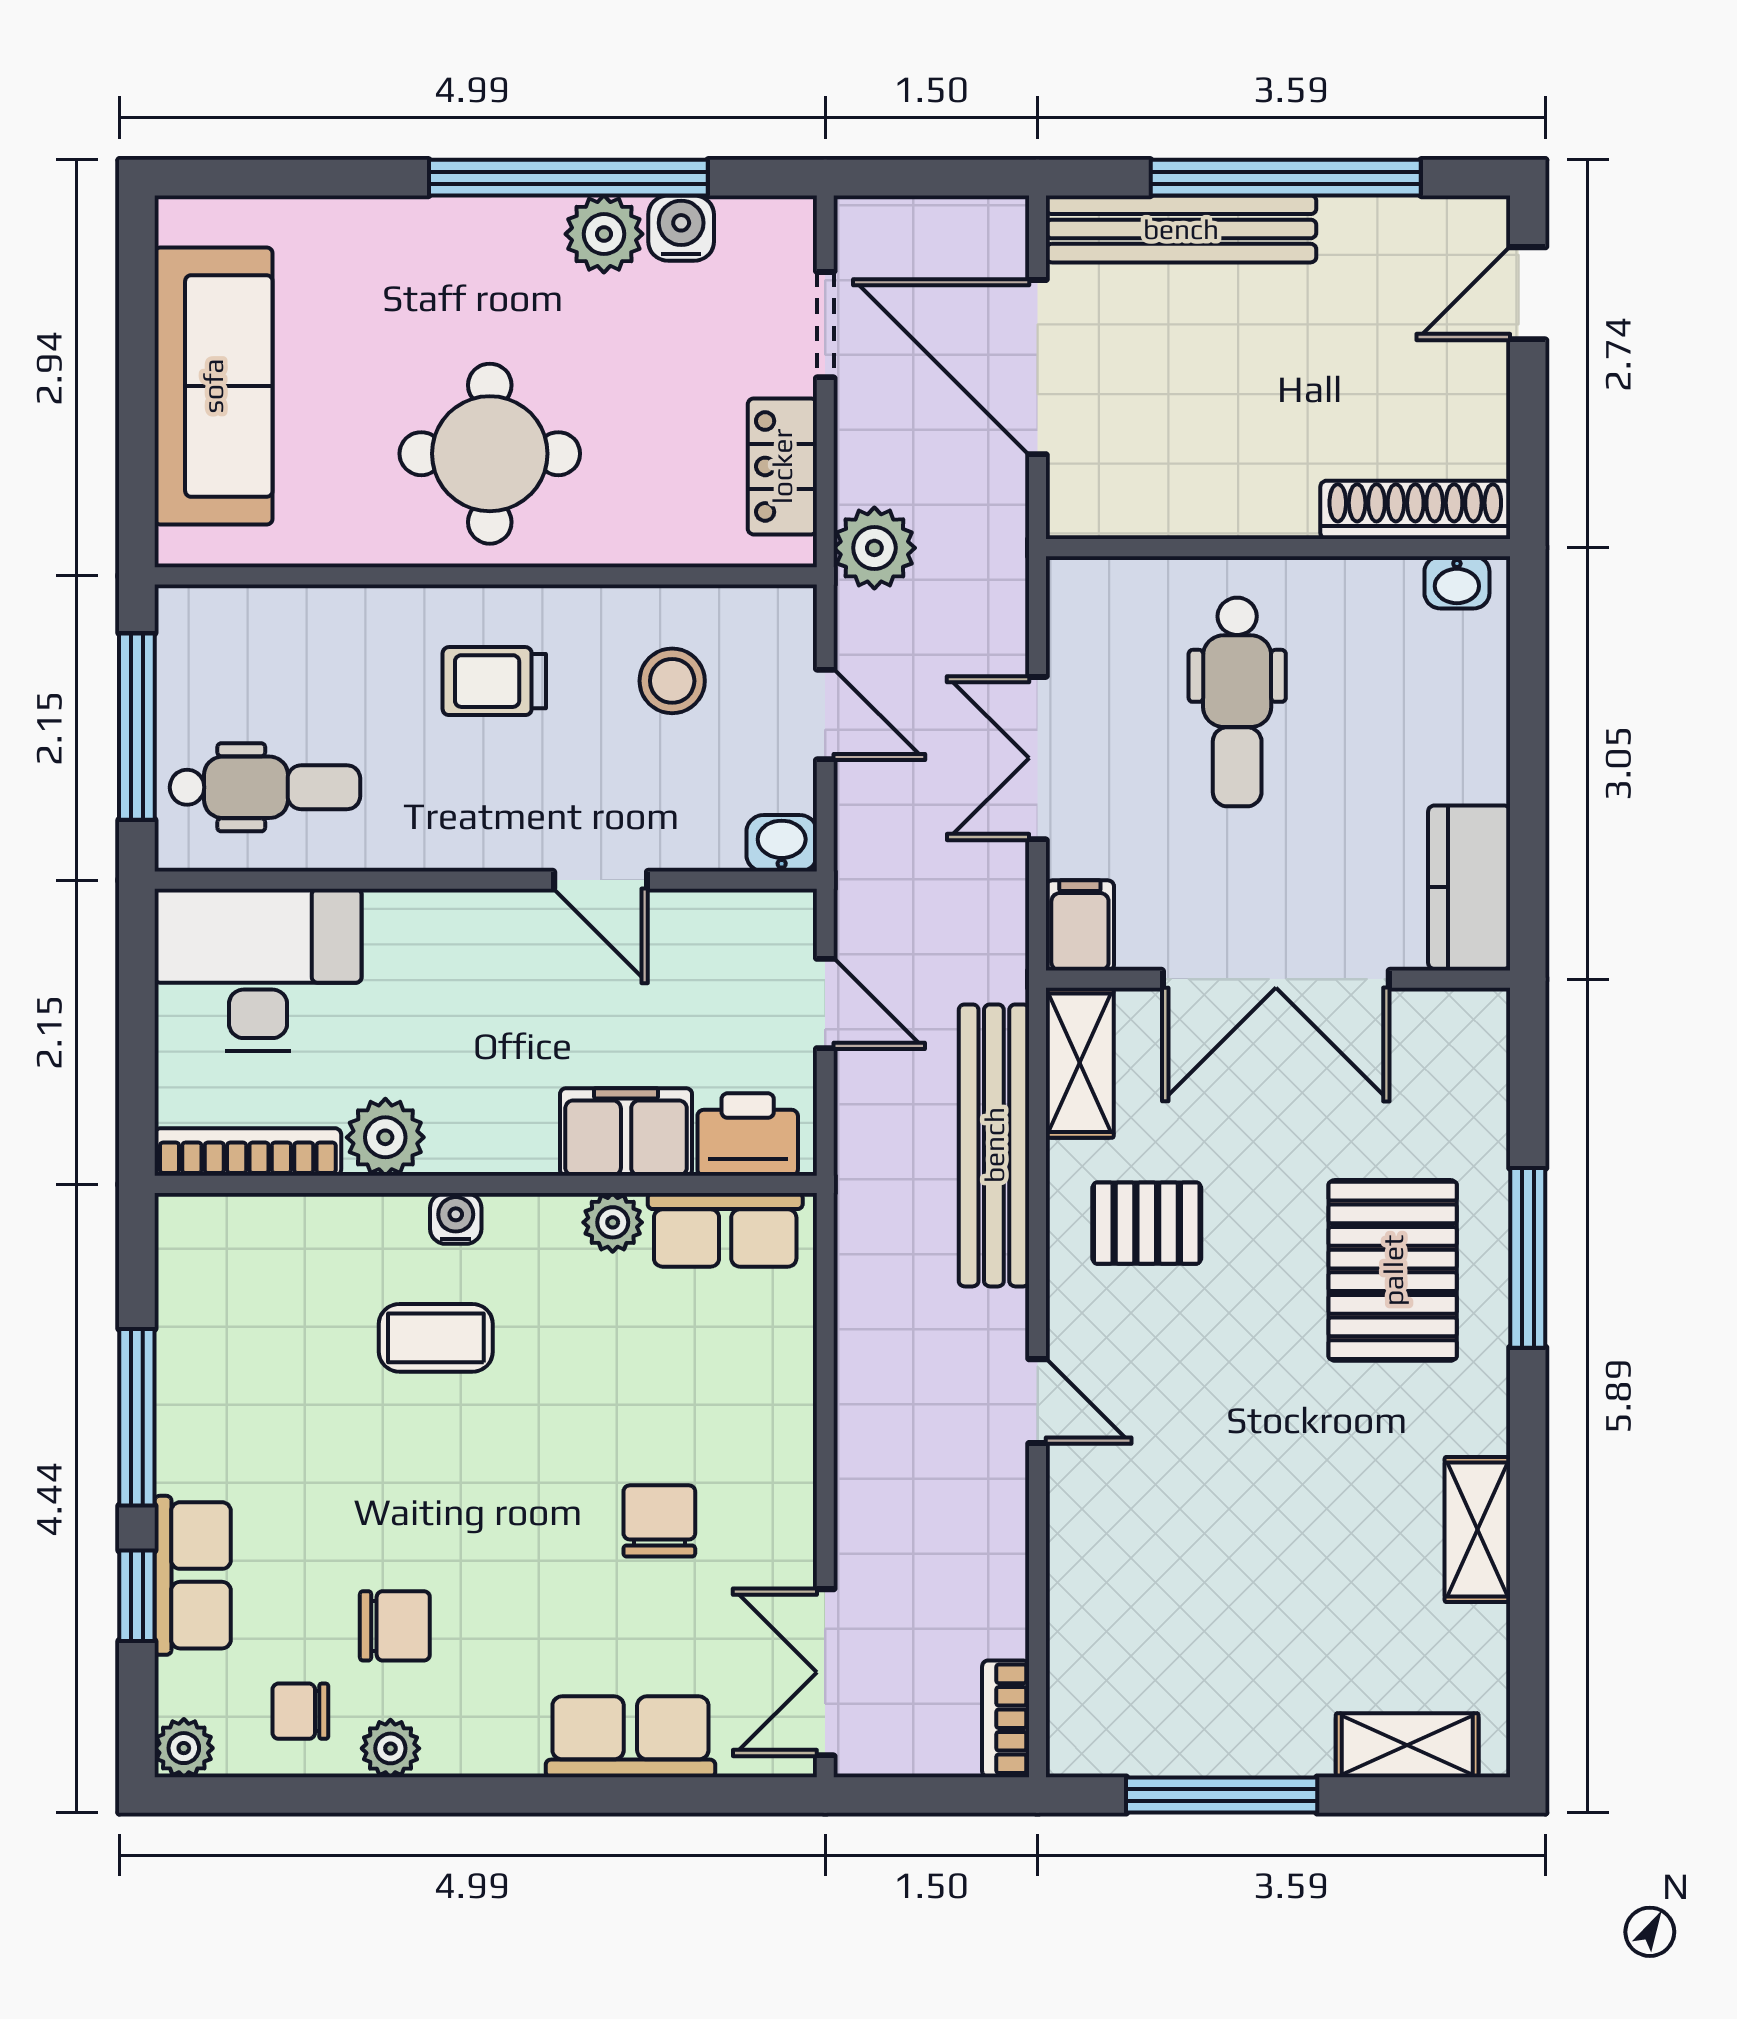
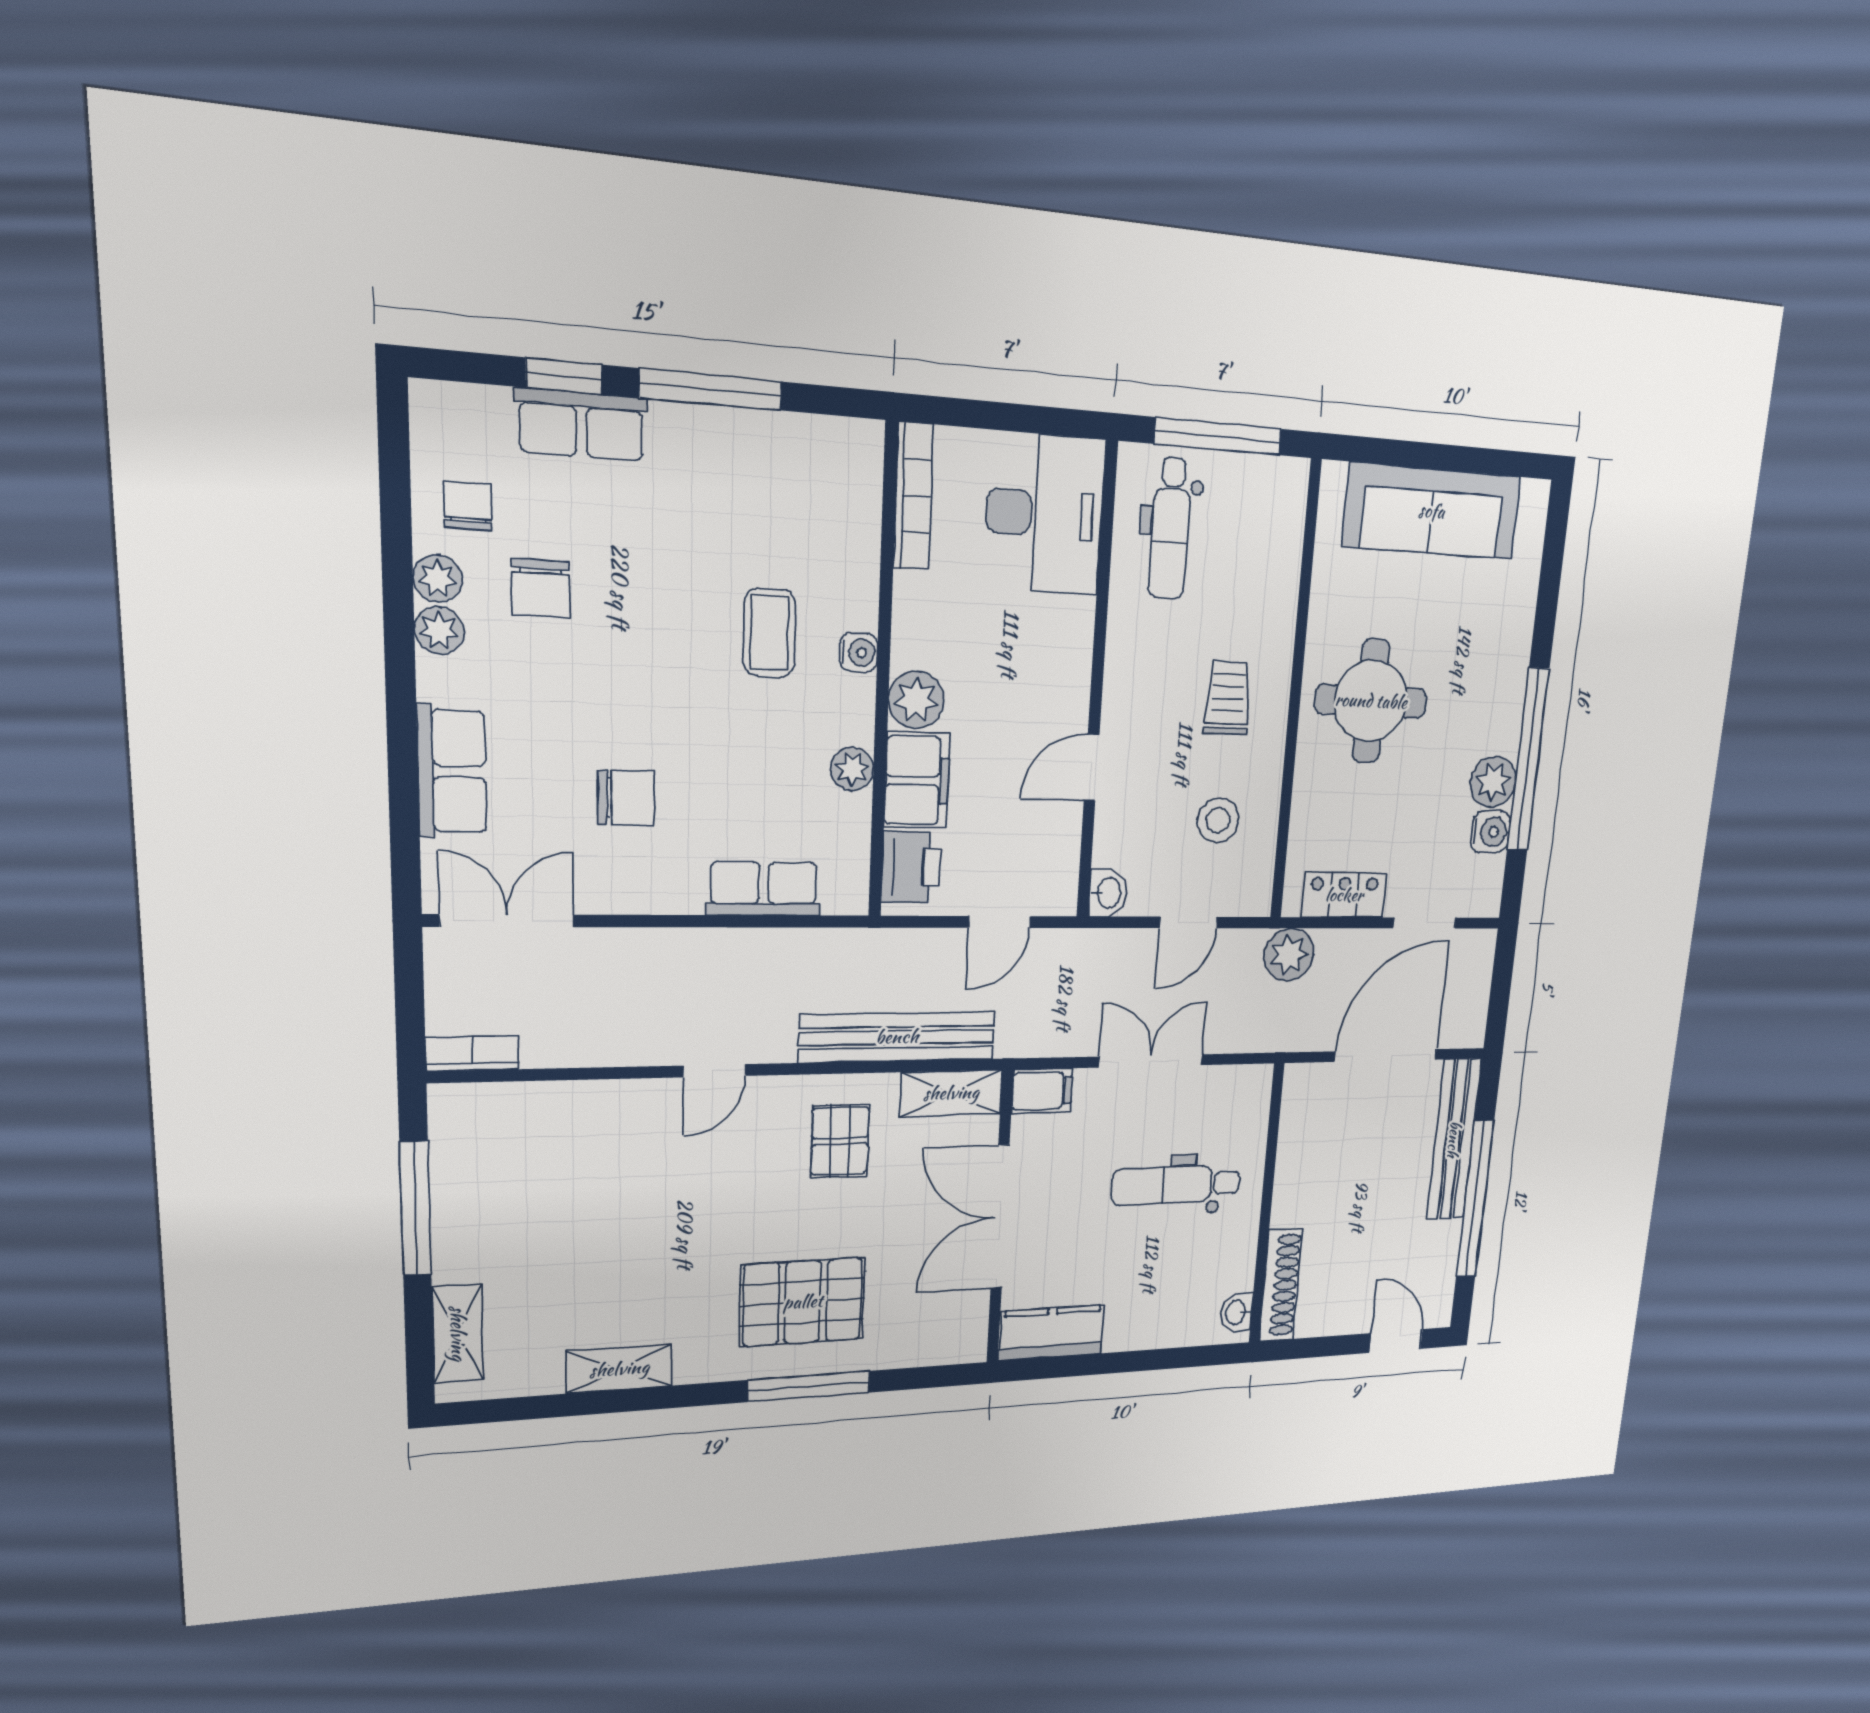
plant: (385, 1137) -> (916, 700), moved
row of seats: (725, 1230) -> (764, 889), moved, turned 90
plant: (184, 1748) -> (439, 631), moved

